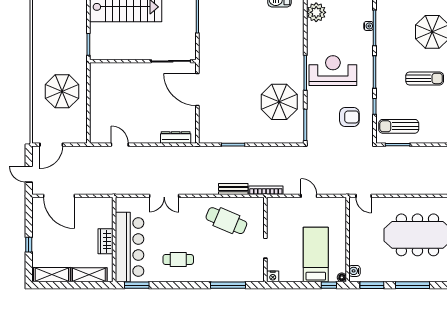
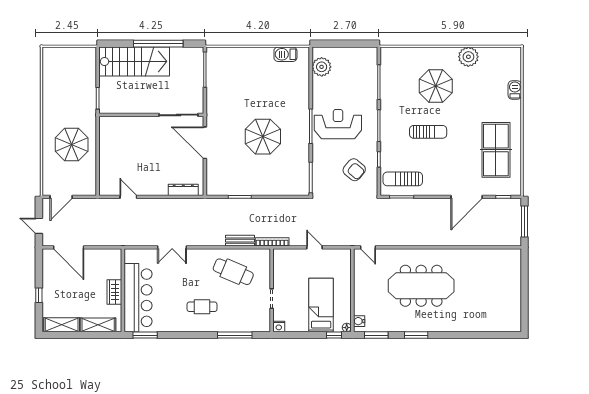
water cooler: (369, 26) -> (373, 80), removed
parasol: (279, 102) -> (263, 137), moved
armchair: (349, 117) -> (354, 170), turned 40
cafe table: (178, 259) -> (202, 307), moved
window: (412, 285) -> (416, 335), width x0.69

